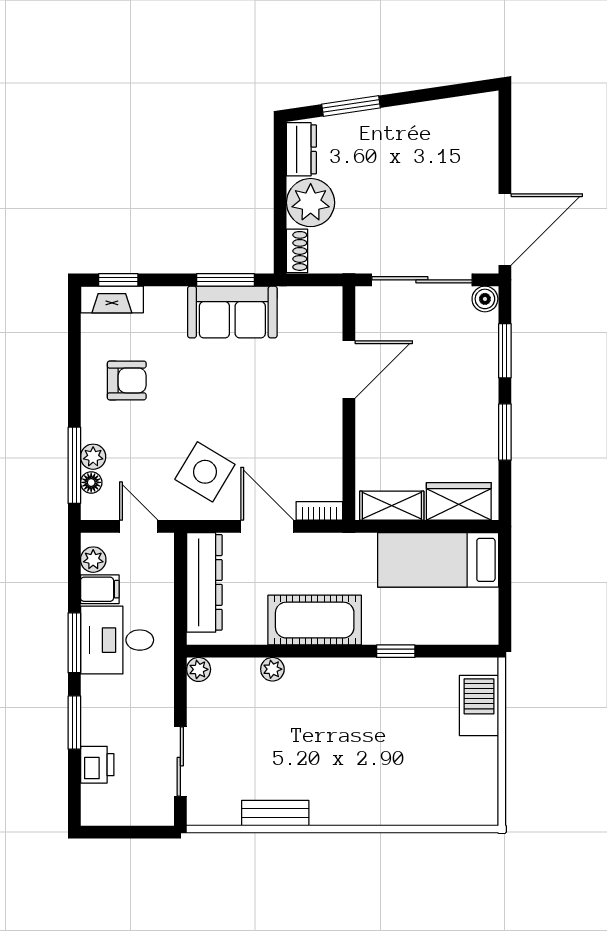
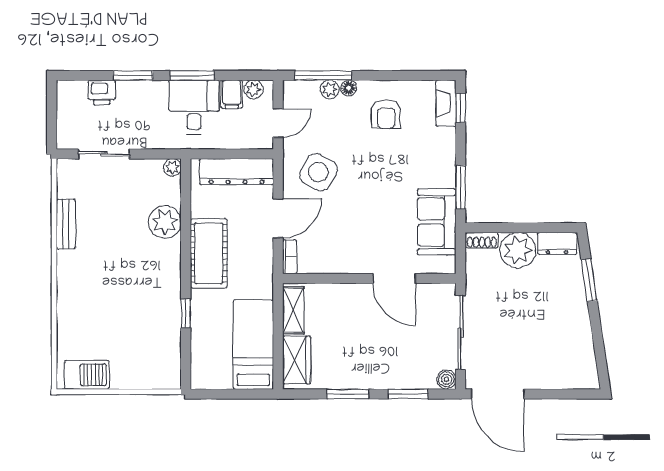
sofa: (232, 312) -> (437, 222), moved
floor lamp: (91, 482) -> (349, 88), moved
plant: (272, 669) -> (165, 222), width x1.87, depth x1.87
barbecue: (479, 705) -> (87, 375), moved

